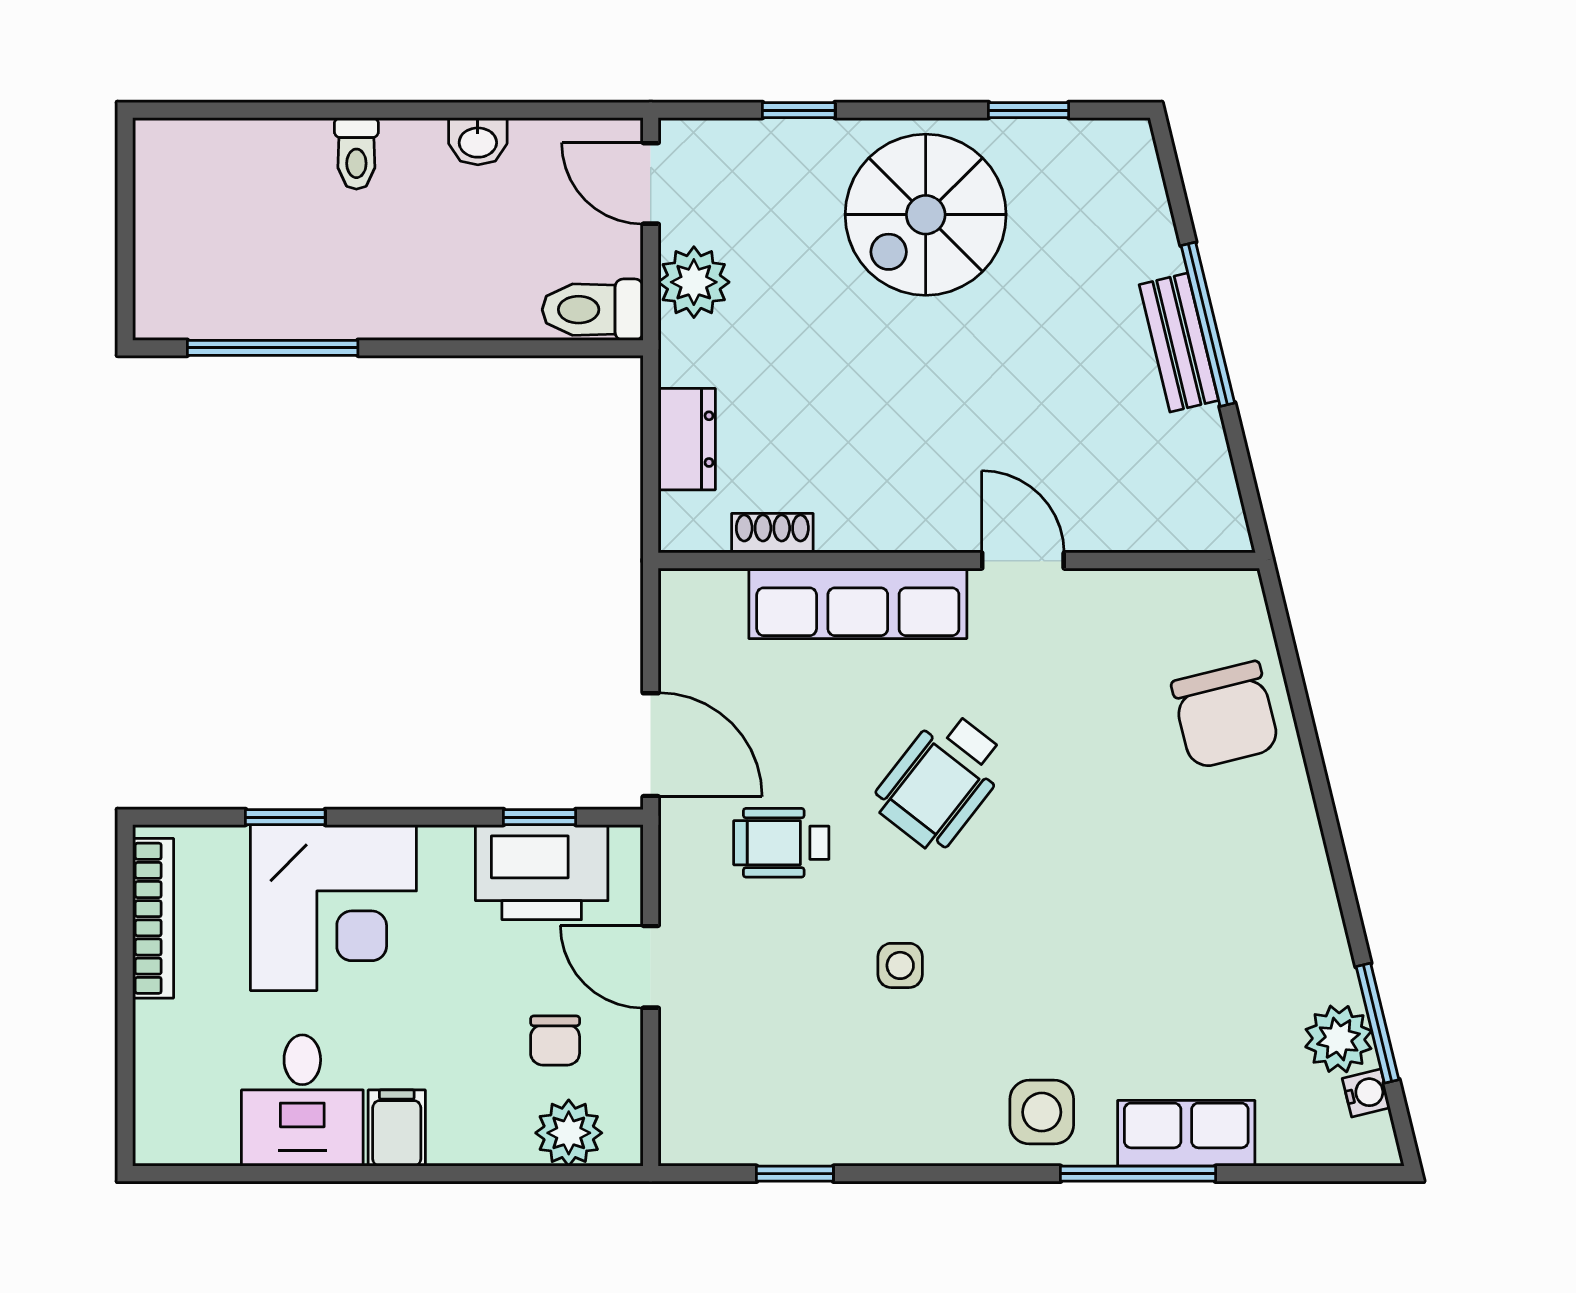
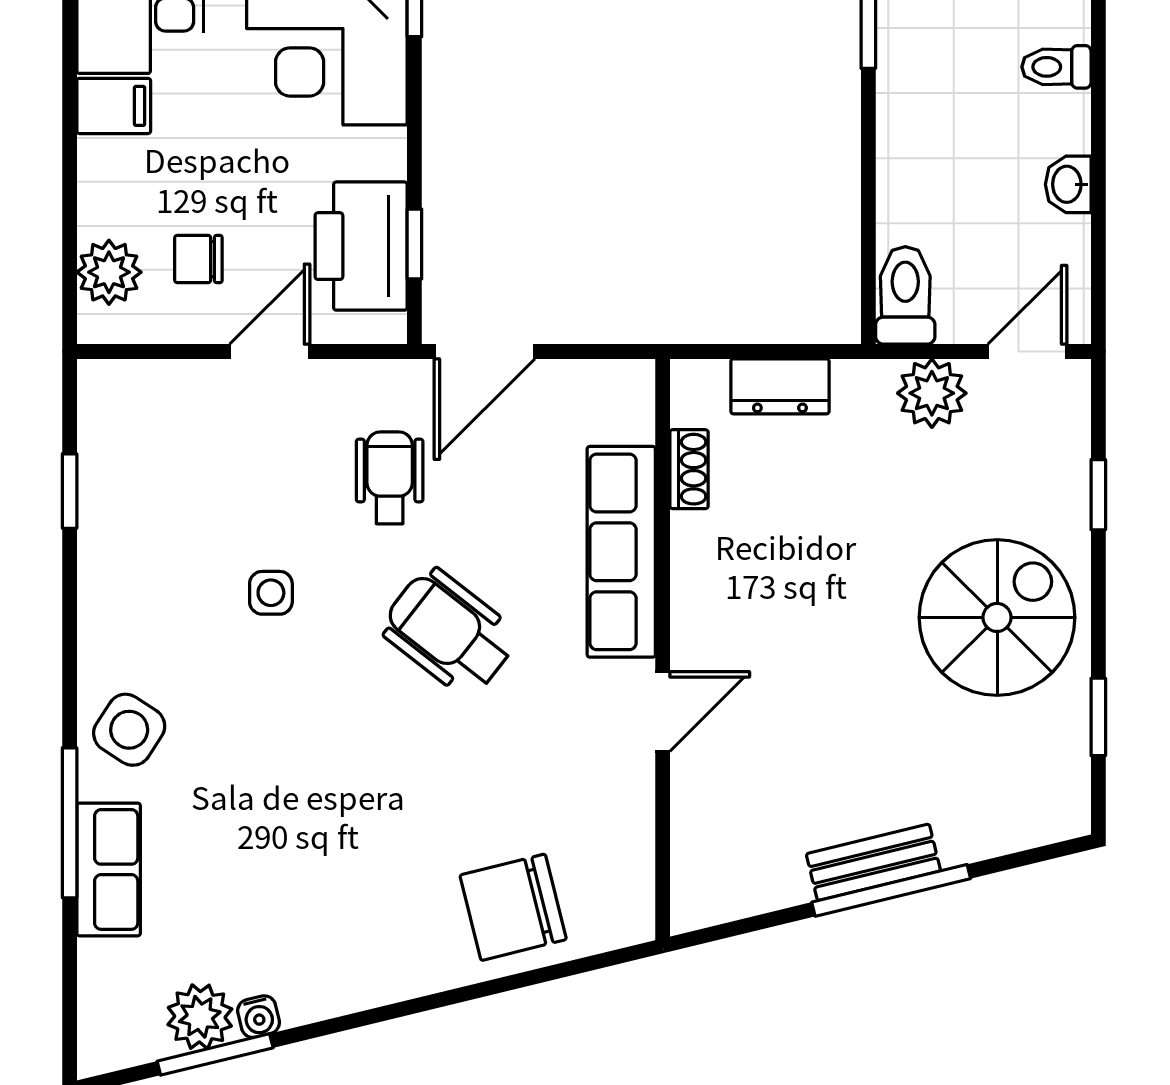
spiral stairs: (926, 215) -> (997, 617), turned 90
water cooler: (1366, 1093) -> (259, 1017), moved
side table: (1042, 1112) -> (129, 730), turned 33

